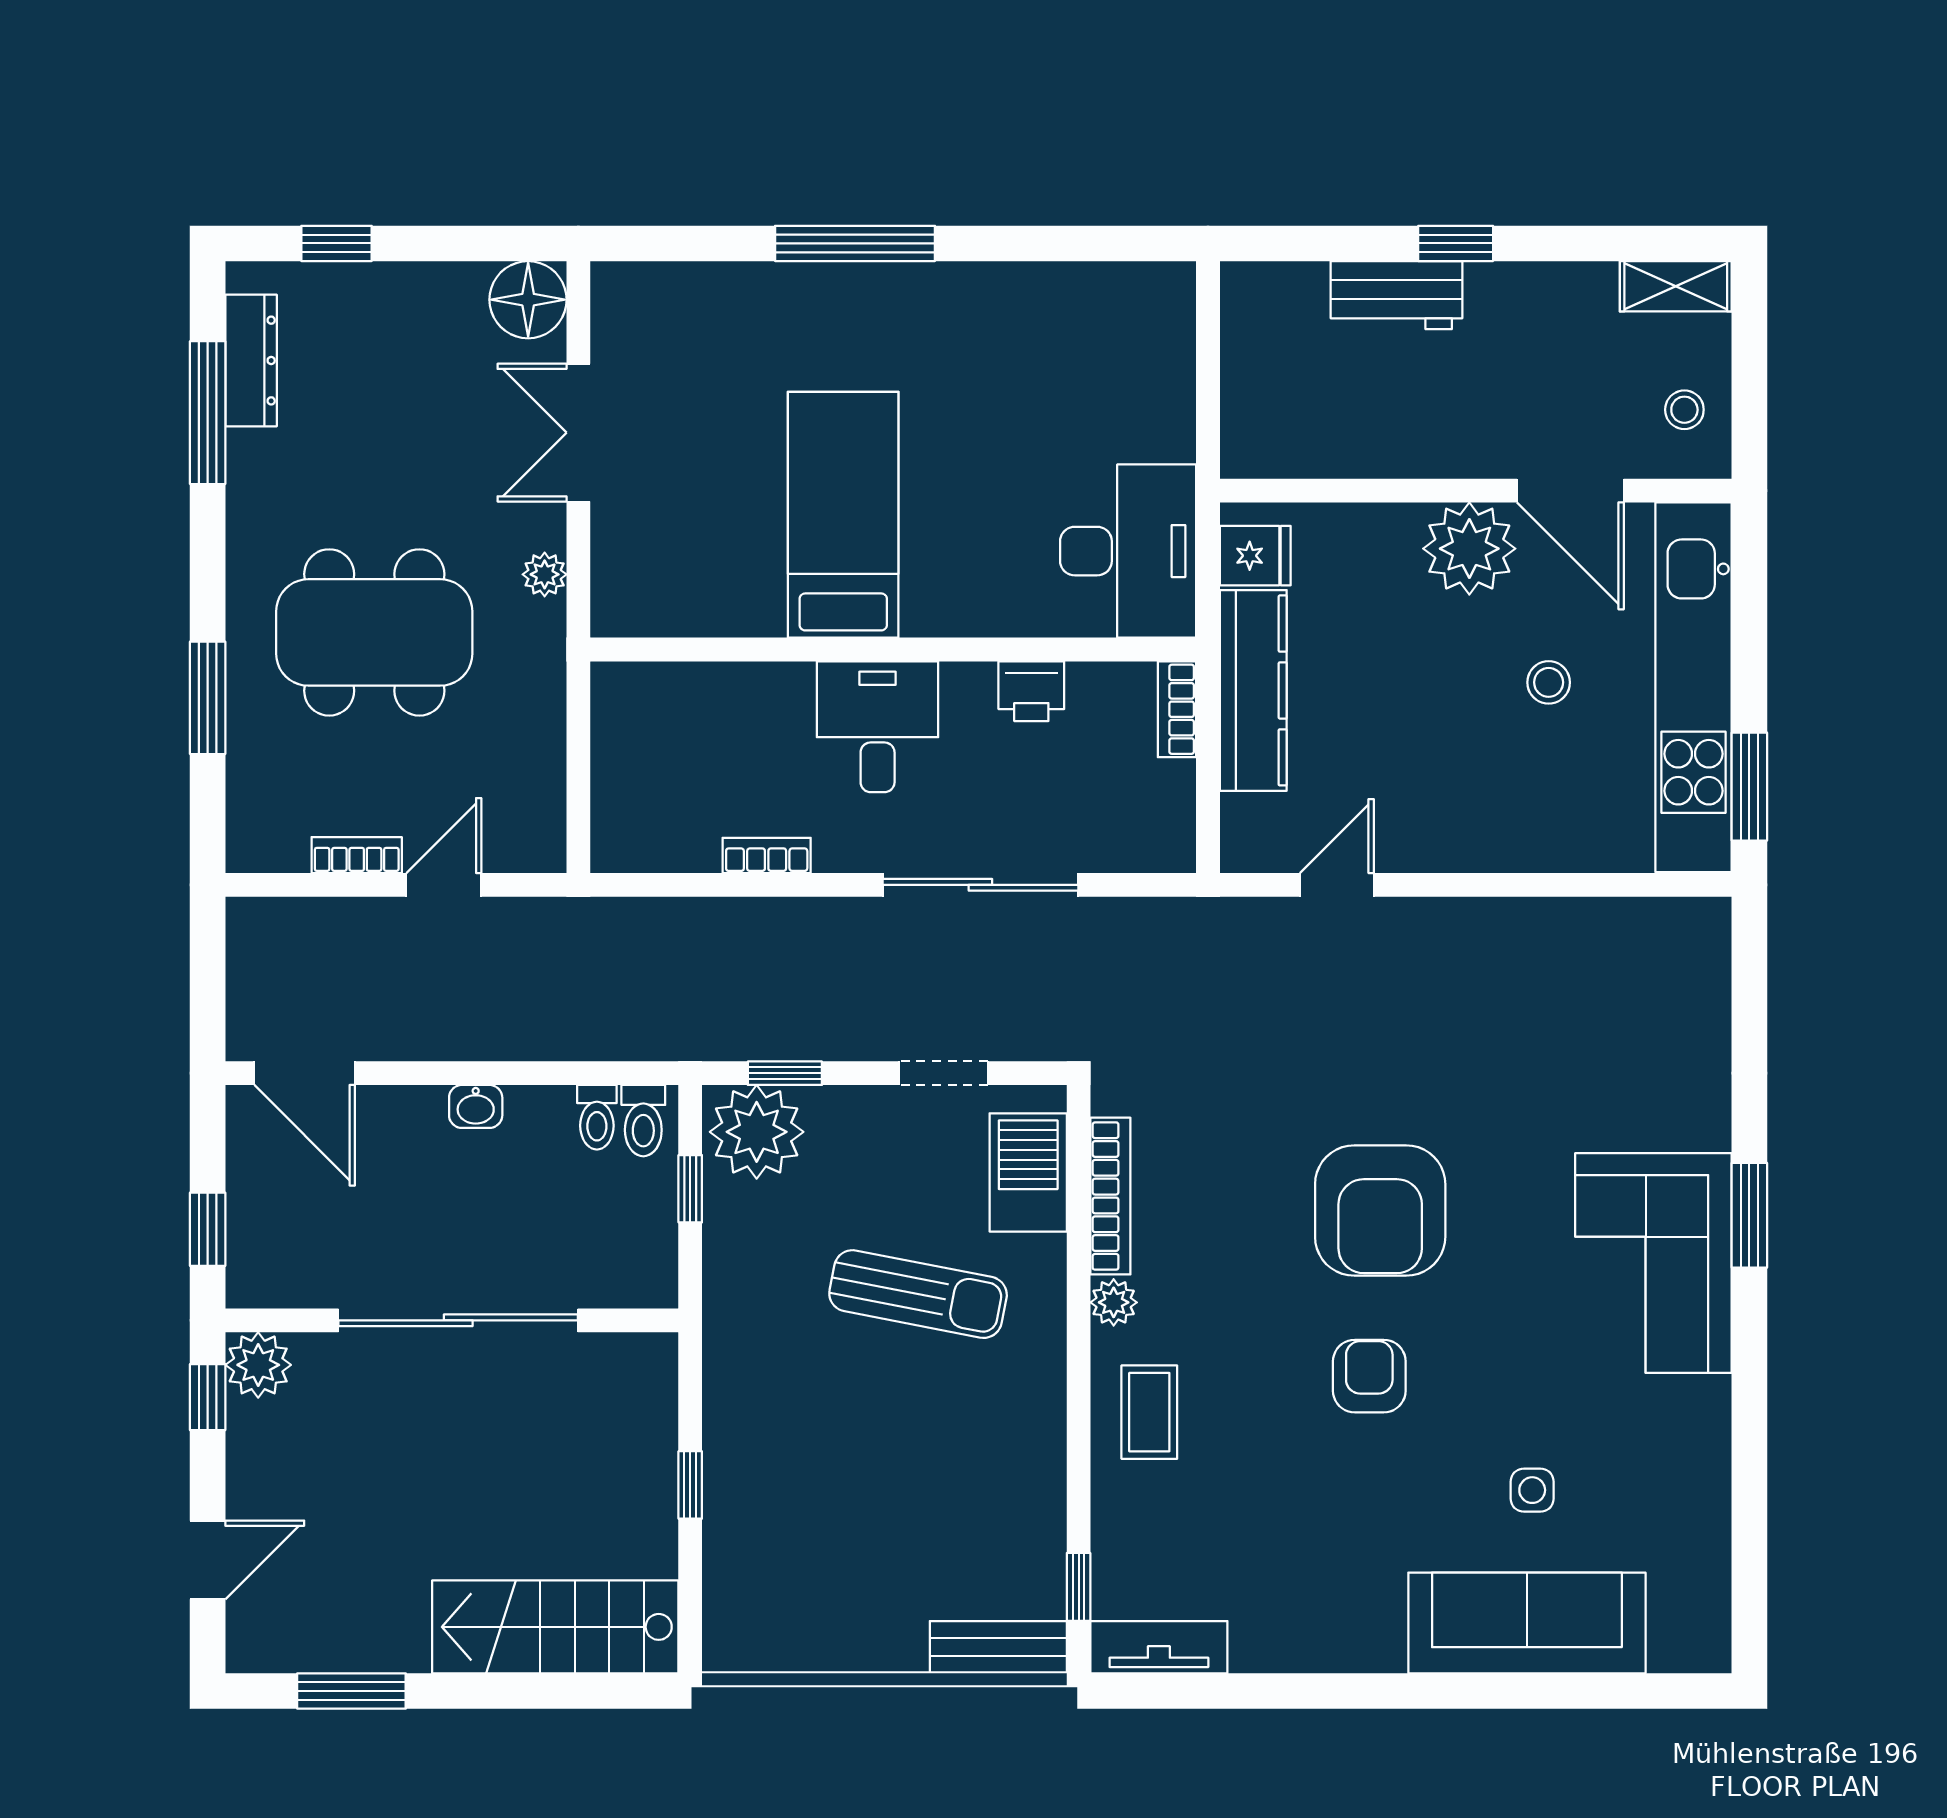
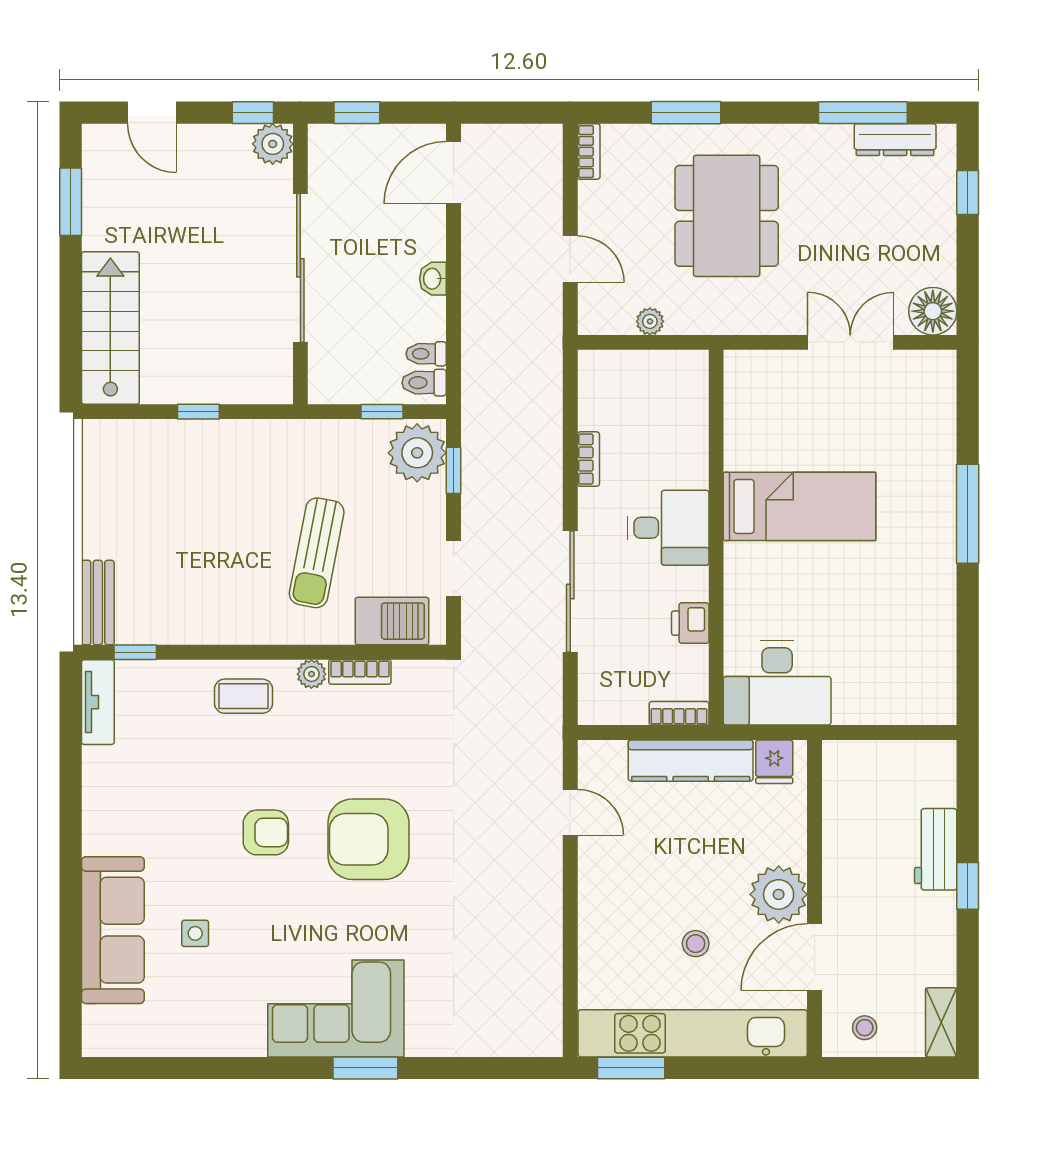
plant: (545, 574) -> (650, 321), moved
bookcase: (357, 855) -> (589, 152), moved
bookcase: (1110, 1196) -> (360, 672), width x0.64

